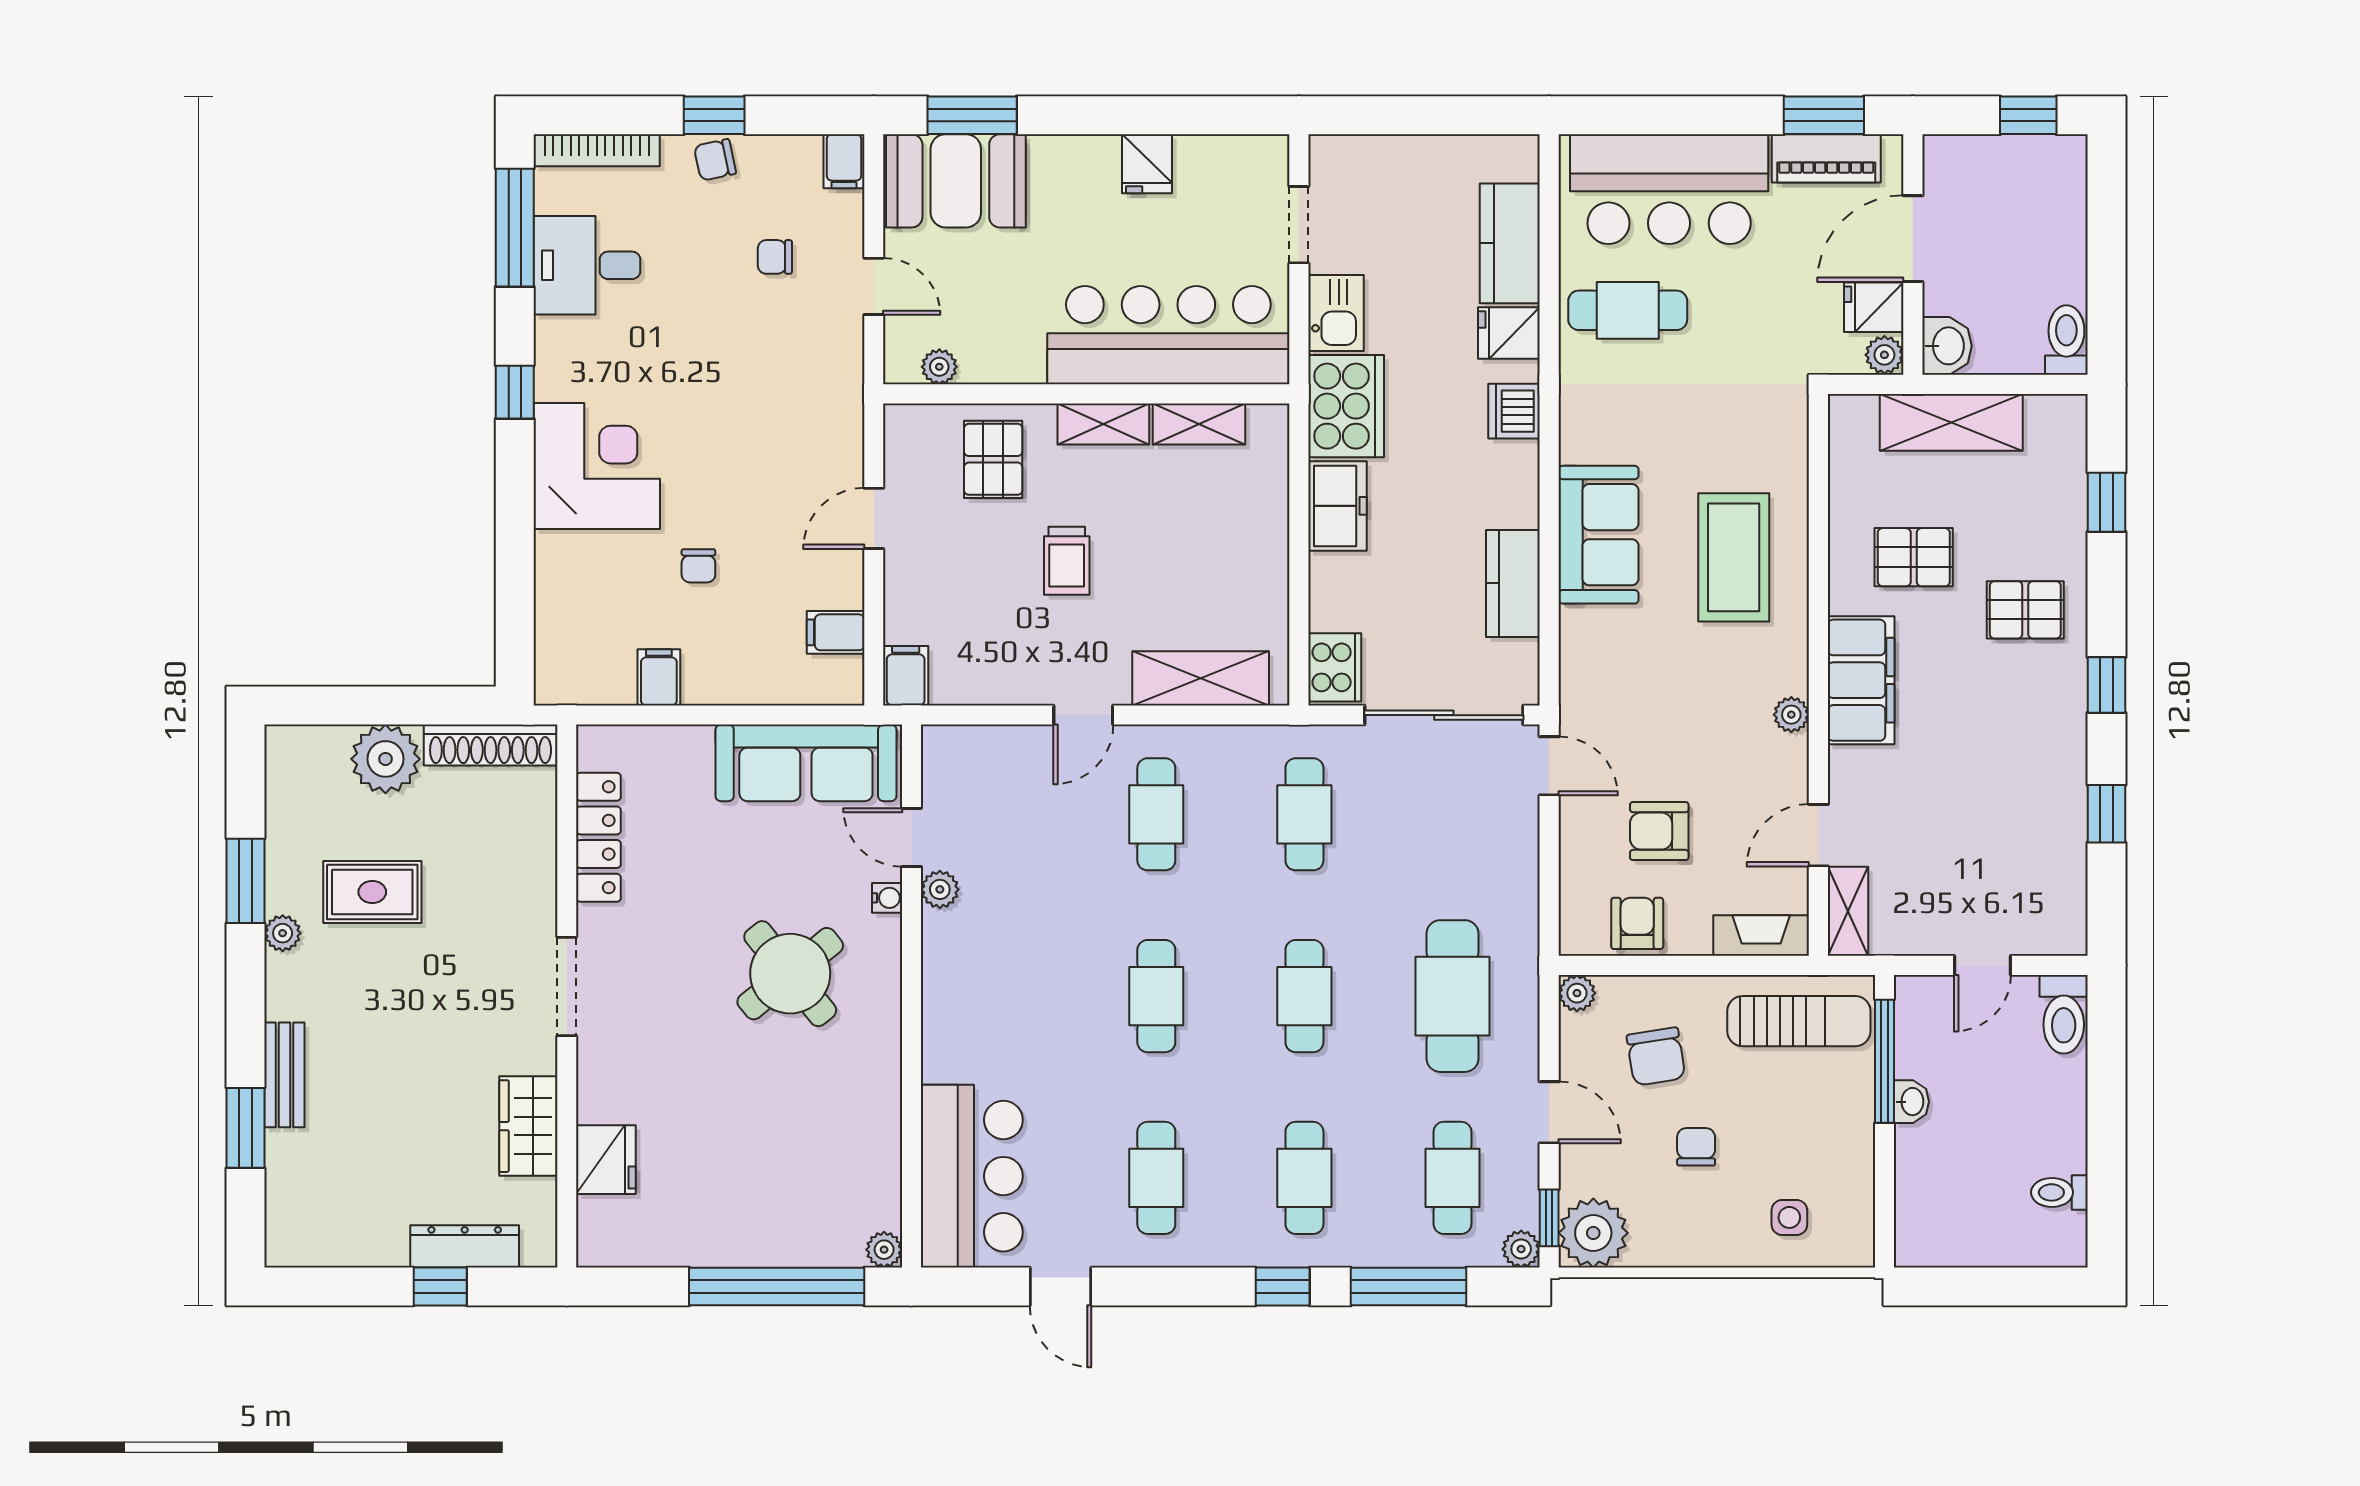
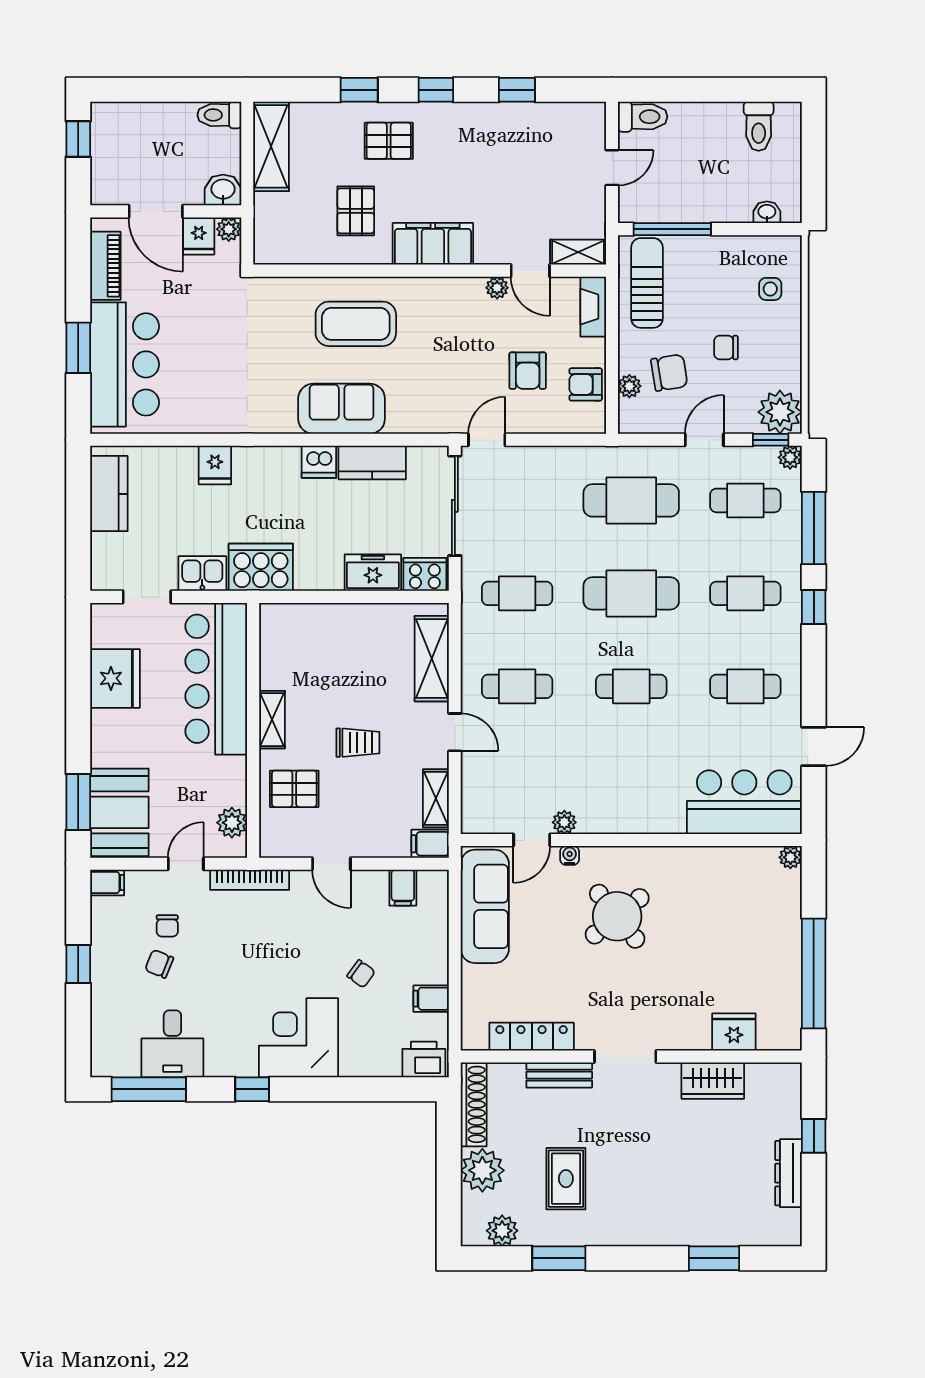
window: (1824, 115) -> (78, 348), moved
bookcase: (597, 150) -> (250, 880), moved, turned 90
chair: (715, 160) -> (159, 964), moved, turned 124
fridge: (1147, 164) -> (115, 678), width x1.88, depth x1.34
kitchen counter: (1510, 243) -> (109, 494), moved, turned -90
cafe table: (1628, 310) -> (201, 390), removed
plant: (939, 367) -> (232, 823), width x1.38, depth x1.38
dishwasher: (1514, 411) -> (319, 462), moved
shelving: (1951, 422) -> (271, 146), moved
shelving: (1199, 424) -> (436, 798), moved
window: (2107, 502) -> (359, 90), moved
freezer: (1337, 506) -> (373, 573), moved
chair: (698, 566) -> (361, 974), turned 36
pallet: (2025, 610) -> (389, 141), turned 90
printer: (562, 666) -> (424, 1060), added
plant: (1791, 715) -> (497, 288), moved
plant: (283, 933) -> (502, 1231), moved, width x1.38, depth x1.38
door: (1983, 965) -> (612, 168), hinge flipped
plant: (1577, 993) -> (629, 386), moved
cafe table: (1304, 996) -> (631, 593), width x1.37, depth x1.35
bench: (284, 1075) -> (559, 1075), moved
washbasin: (1911, 1102) -> (767, 212), moved
toilet: (2059, 1192) -> (759, 126), width x1.37, depth x1.39
dresser: (465, 1246) -> (788, 1173), moved
window: (777, 1287) -> (814, 974), moved

